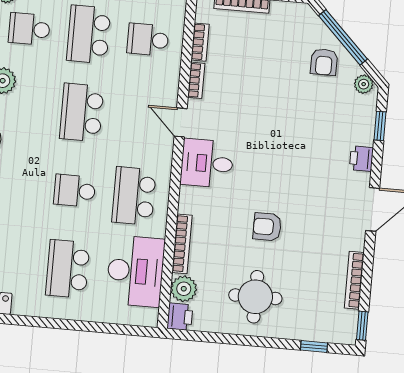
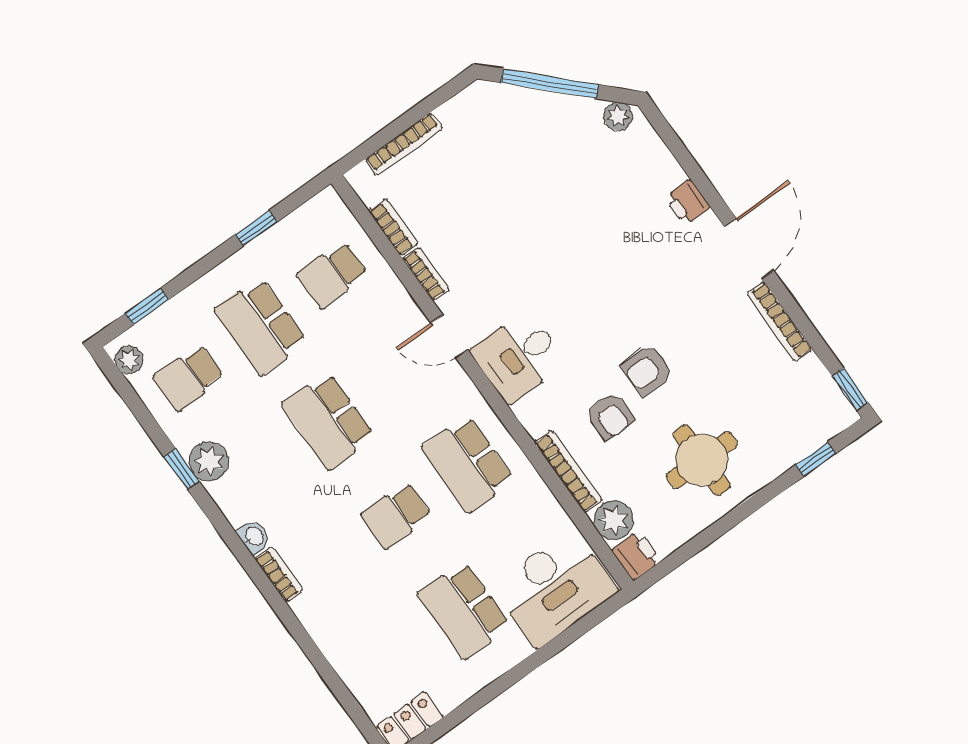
armchair: (324, 62) -> (610, 416), moved
window: (380, 126) -> (677, 147), removed
desk: (135, 271) -> (555, 588), moved, turned 90
bookcase: (354, 280) -> (780, 322), moved

